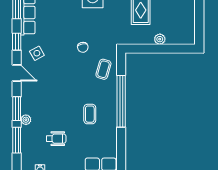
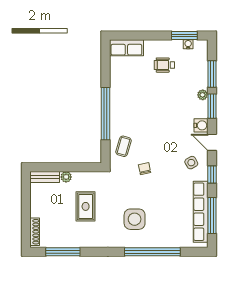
bench: (181, 39) -> (45, 177), added
water cooler: (27, 90) -> (201, 125), added
coffee table: (90, 114) -> (137, 101), removed
wheelchair: (56, 139) -> (164, 65), moved

